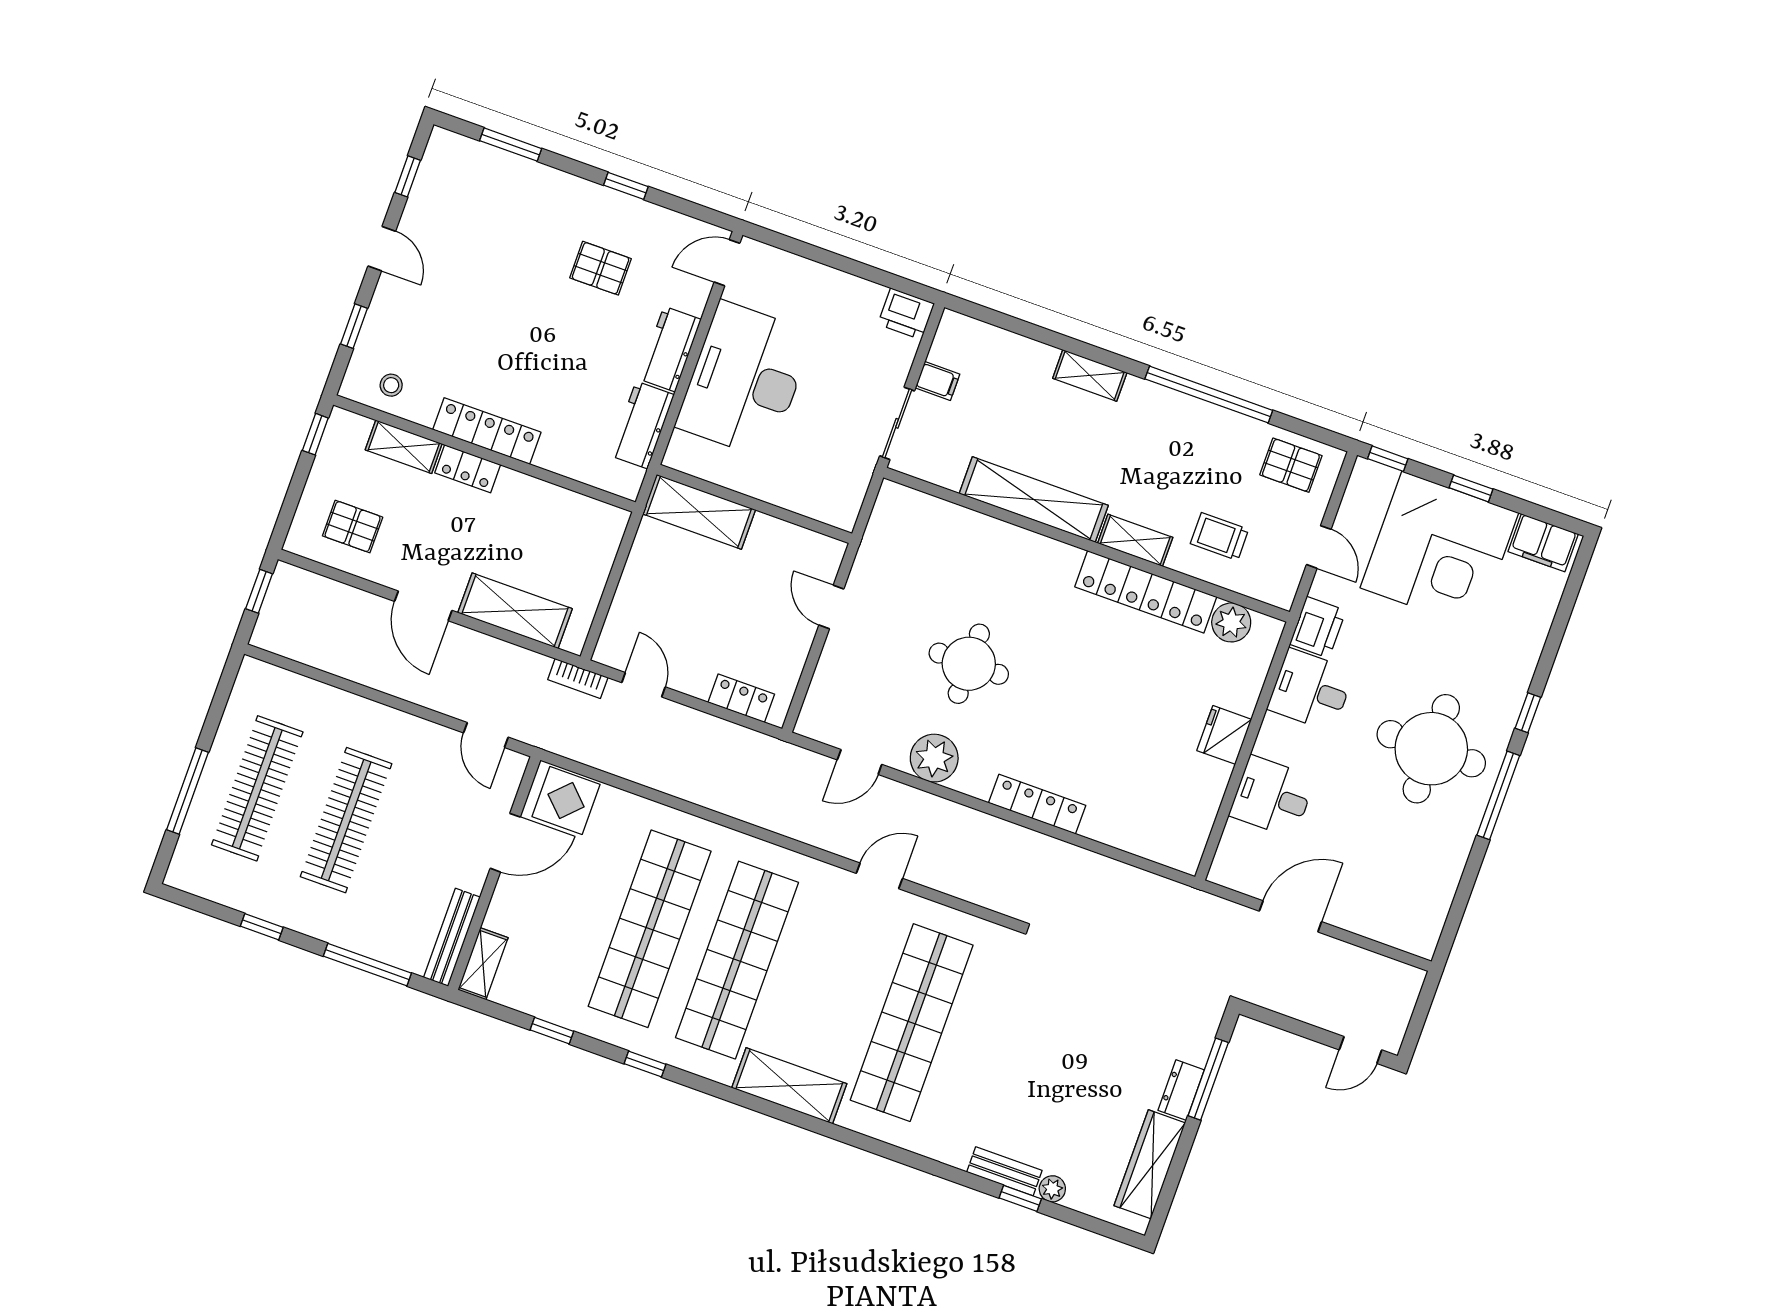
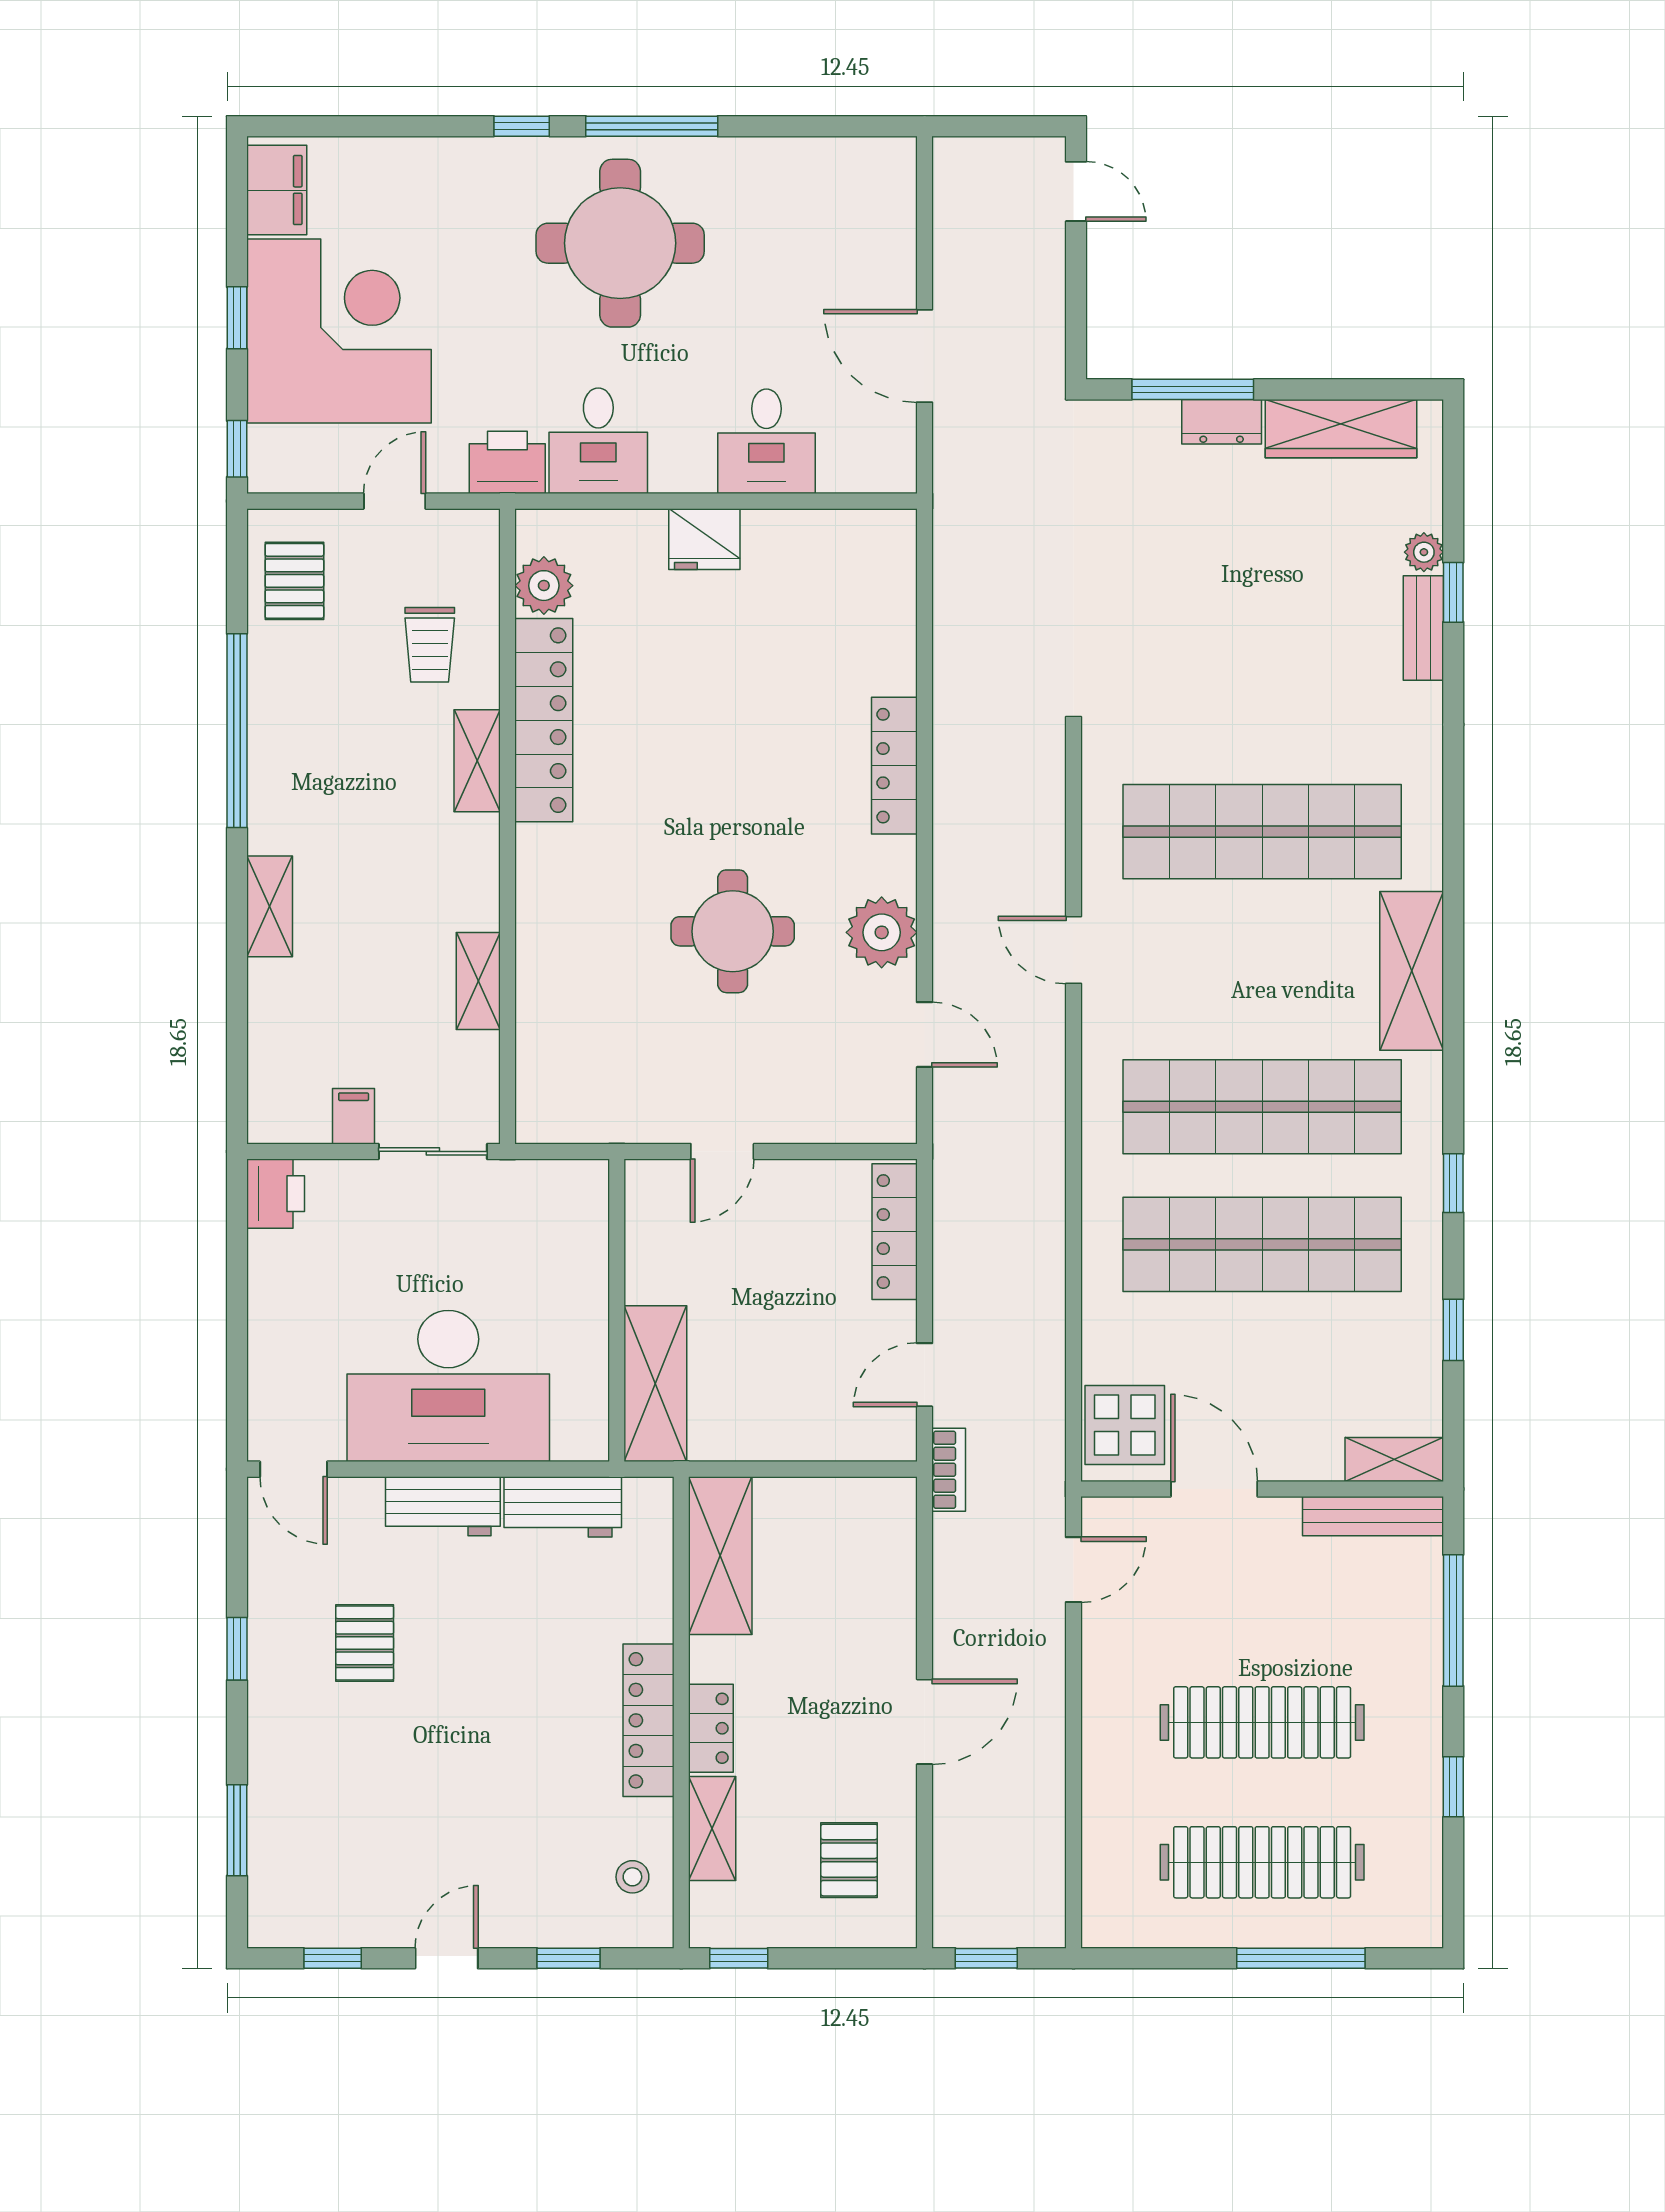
shelving: (1034, 499) -> (478, 981), width x0.45, depth x0.75
shelving: (515, 611) -> (720, 1556), moved
locker: (741, 698) -> (895, 1232), width x1.53

